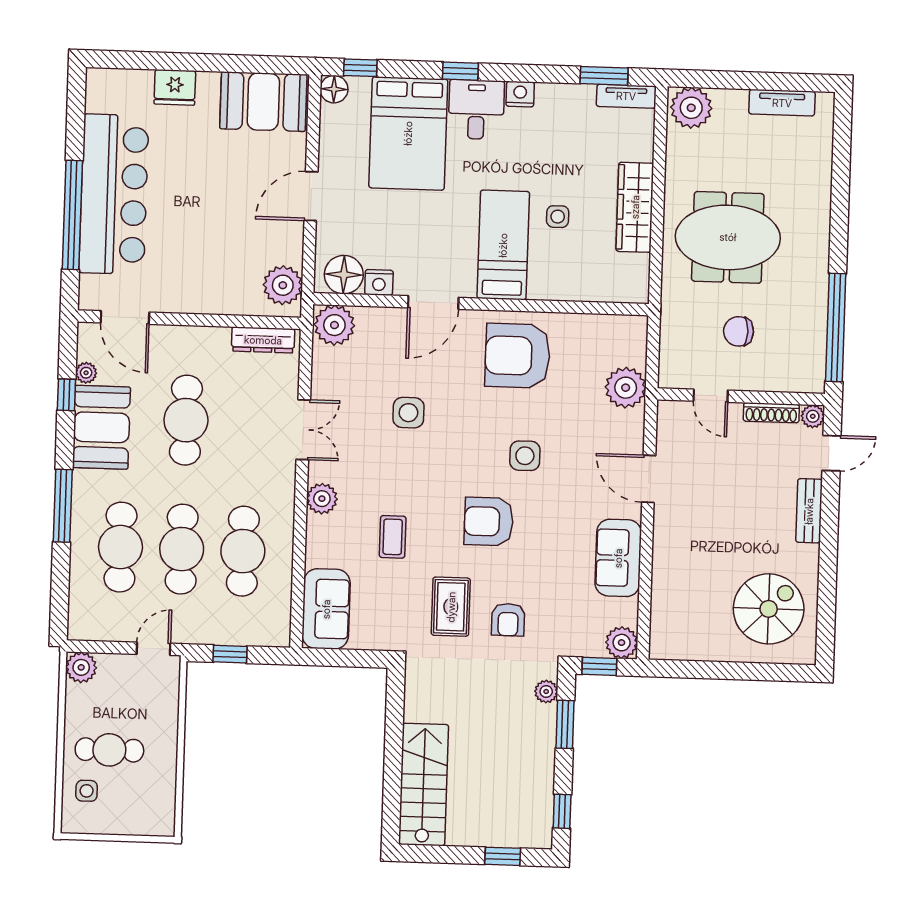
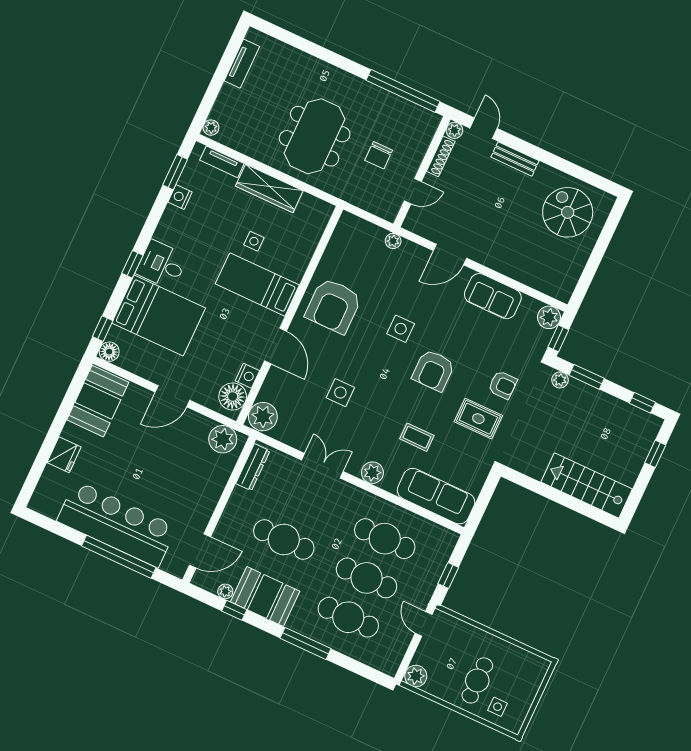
nightstand: (520, 94) -> (180, 197), moved
tv unit: (626, 96) -> (222, 162), moved, turned 90
plant: (691, 108) -> (211, 128), width x0.53, depth x0.53
door: (311, 196) -> (172, 396), hinge flipped
plant: (626, 388) -> (393, 241), width x0.53, depth x0.53
sofa: (326, 609) -> (436, 496), width x1.36

